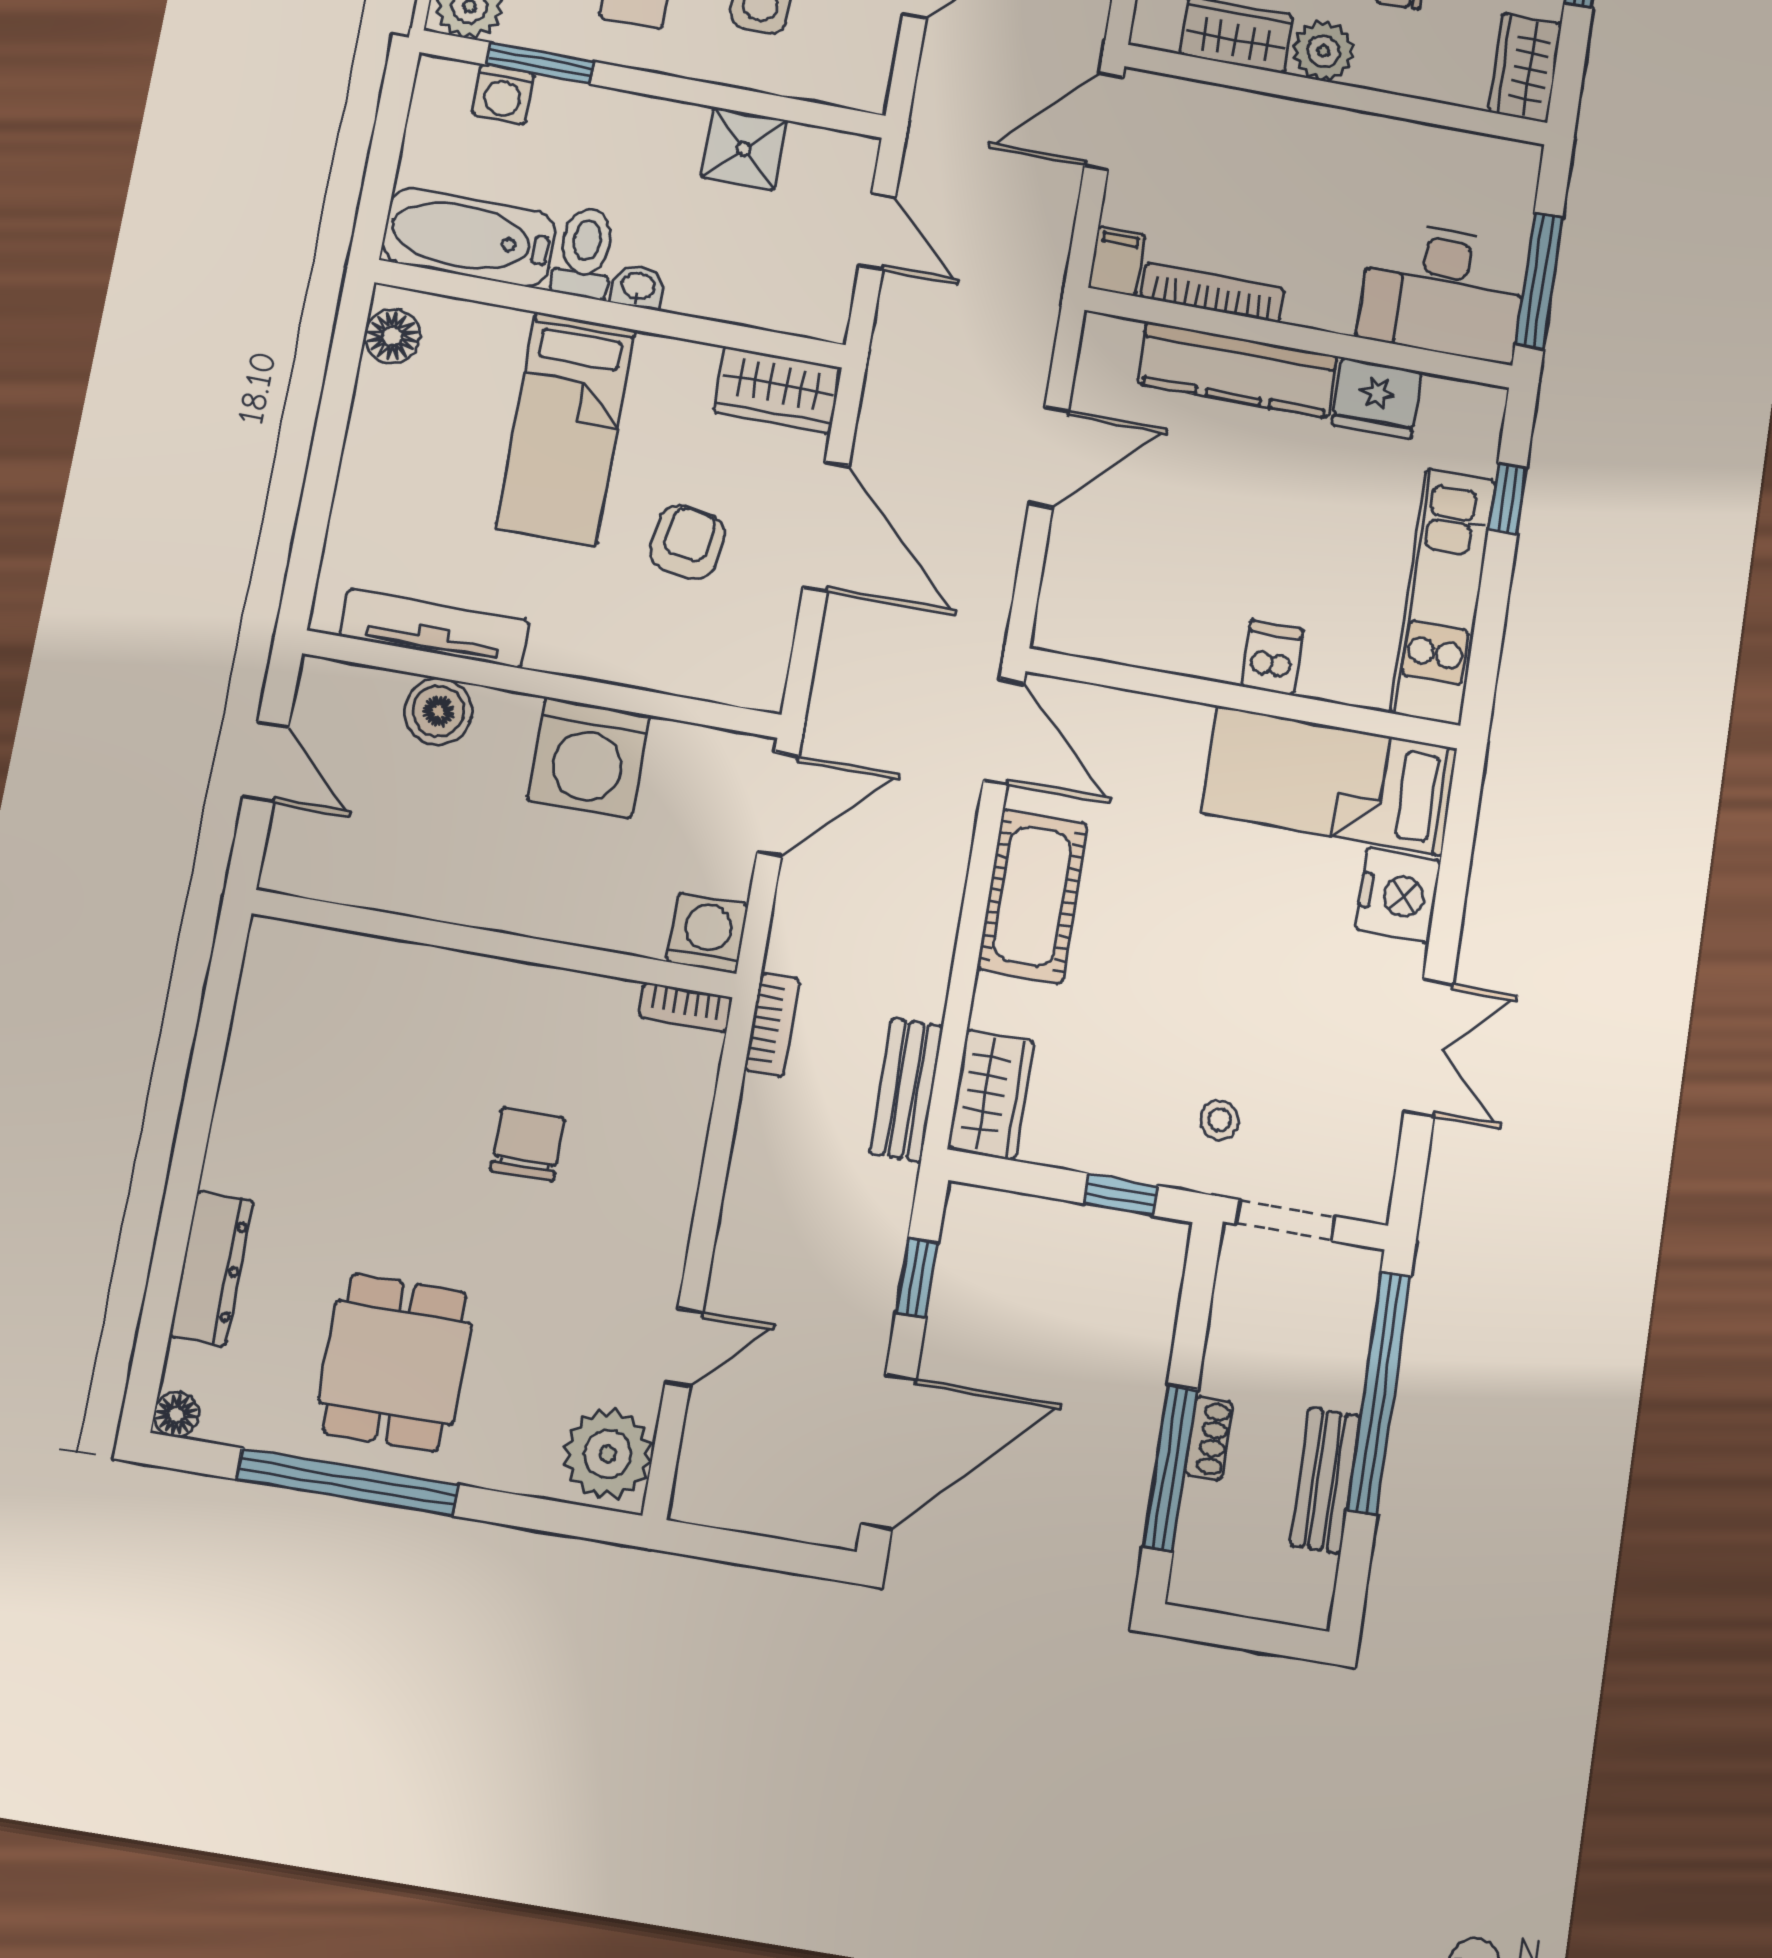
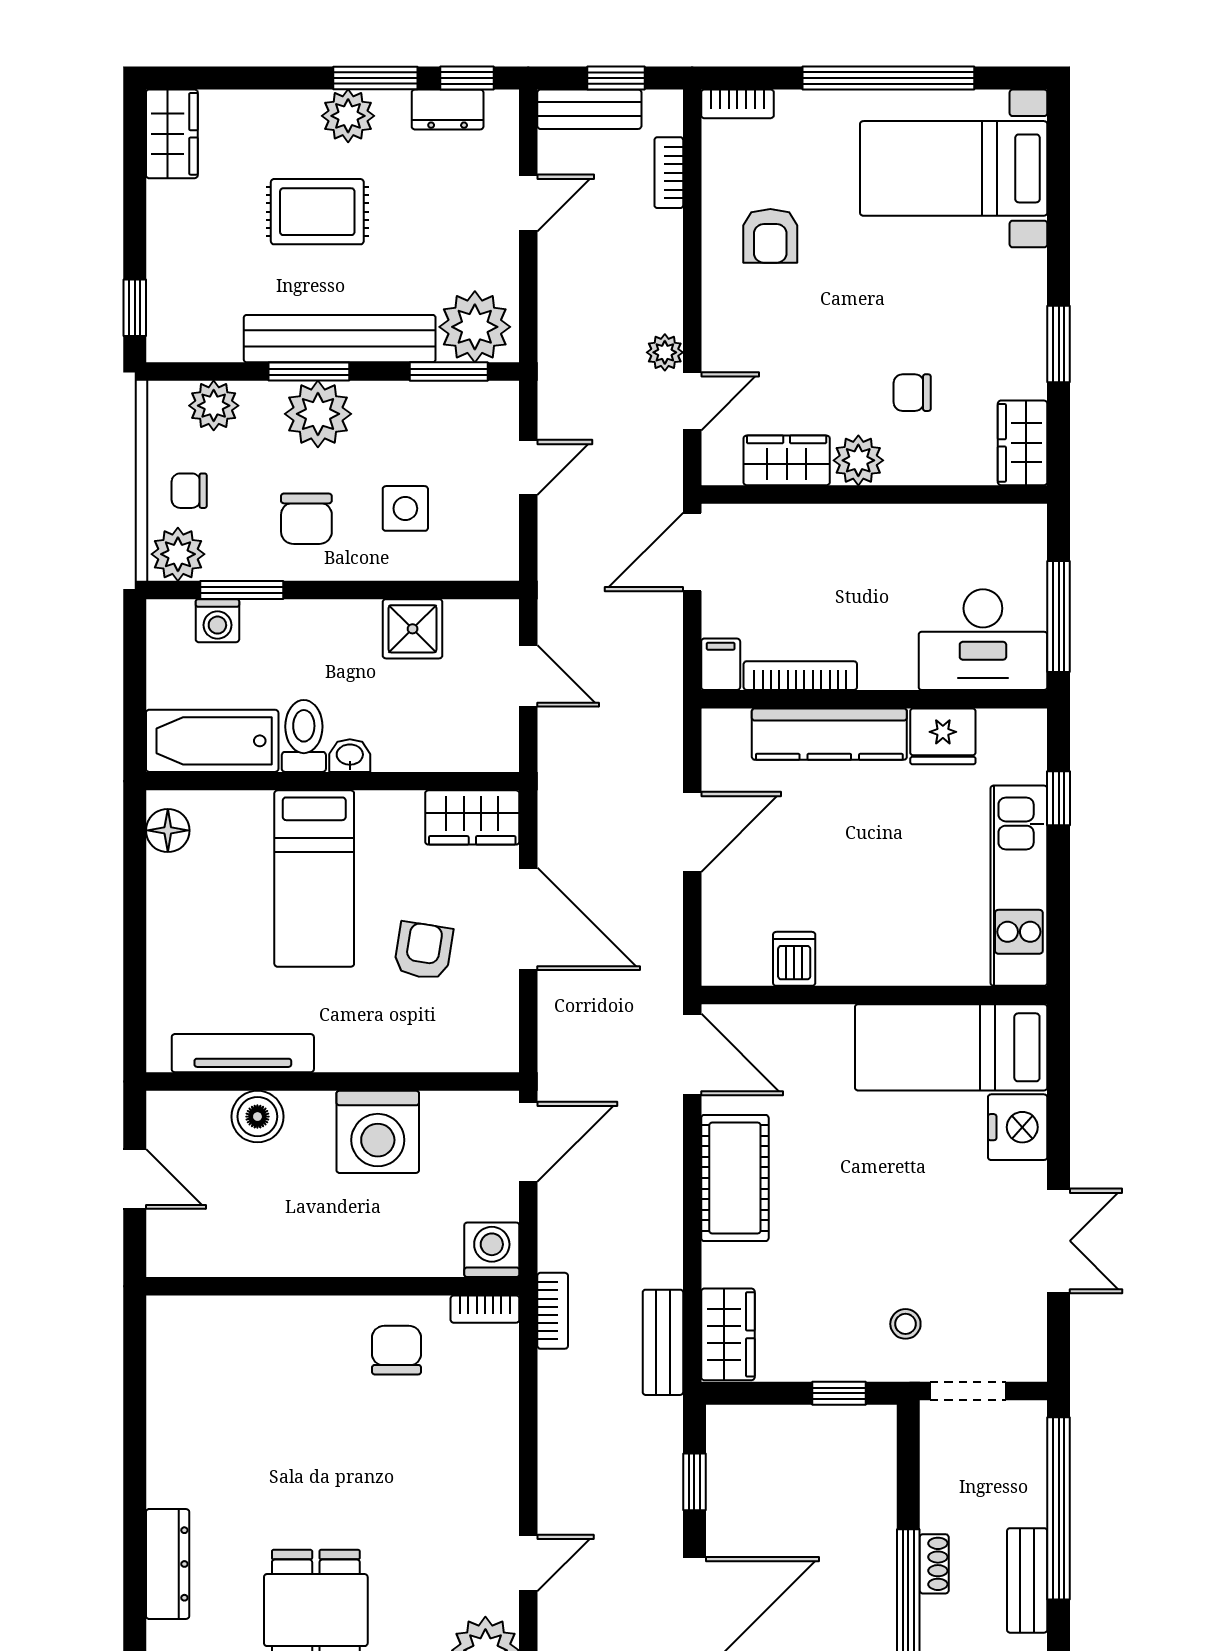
dishwasher: (1272, 658) -> (794, 959), moved
chair: (528, 1144) -> (397, 1350), moved

